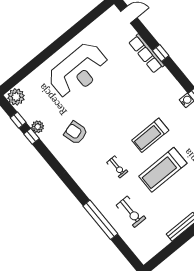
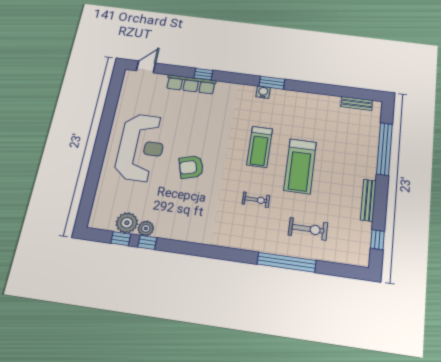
plant: (16, 97) -> (127, 223), moved
armchair: (76, 133) -> (191, 167), moved
window: (164, 254) -> (377, 240), added

